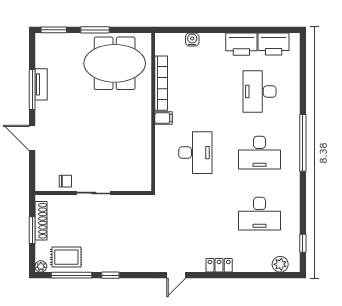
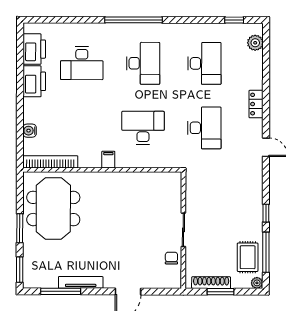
bookcase: (161, 83) -> (50, 162), moved
tv unit: (41, 84) -> (81, 282), width x1.41
window: (32, 89) -> (61, 291), moved
desk: (195, 214) -> (204, 128), added

